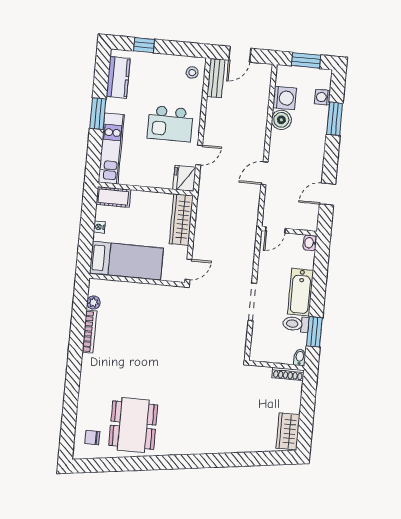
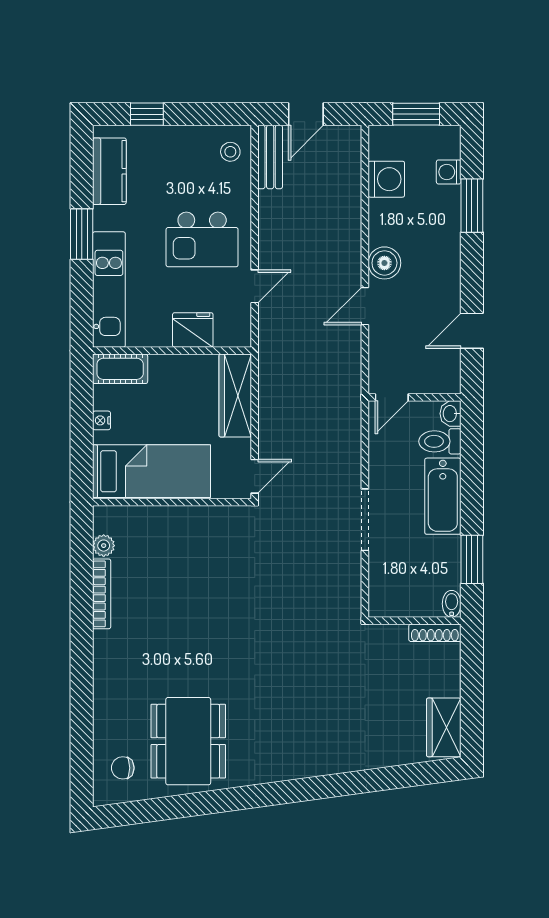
boiler: (281, 120) -> (384, 263), moved
fridge: (184, 178) -> (193, 330), moved, turned 90
toilet: (296, 324) -> (440, 441), moved

